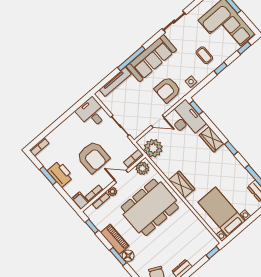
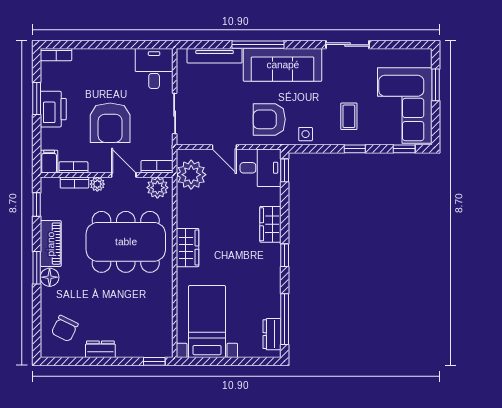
desk: (186, 120) -> (261, 168), width x0.73

